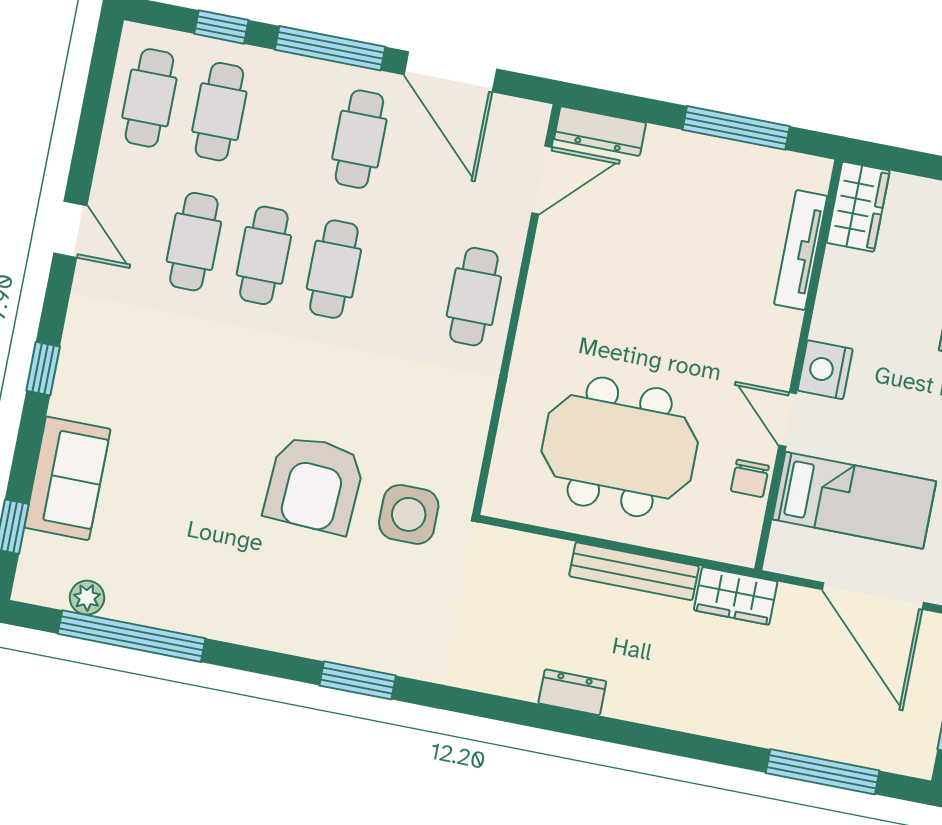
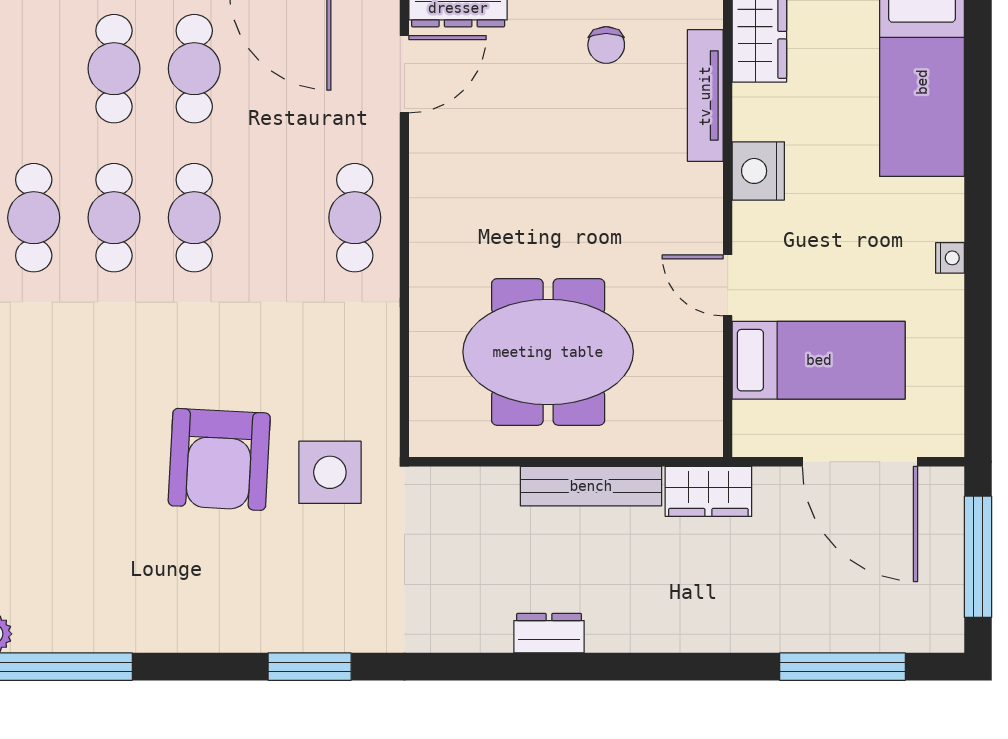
cafe table: (219, 112) -> (114, 69), moved
nightstand: (825, 370) -> (758, 171), moved
chair: (750, 478) -> (606, 45), moved

